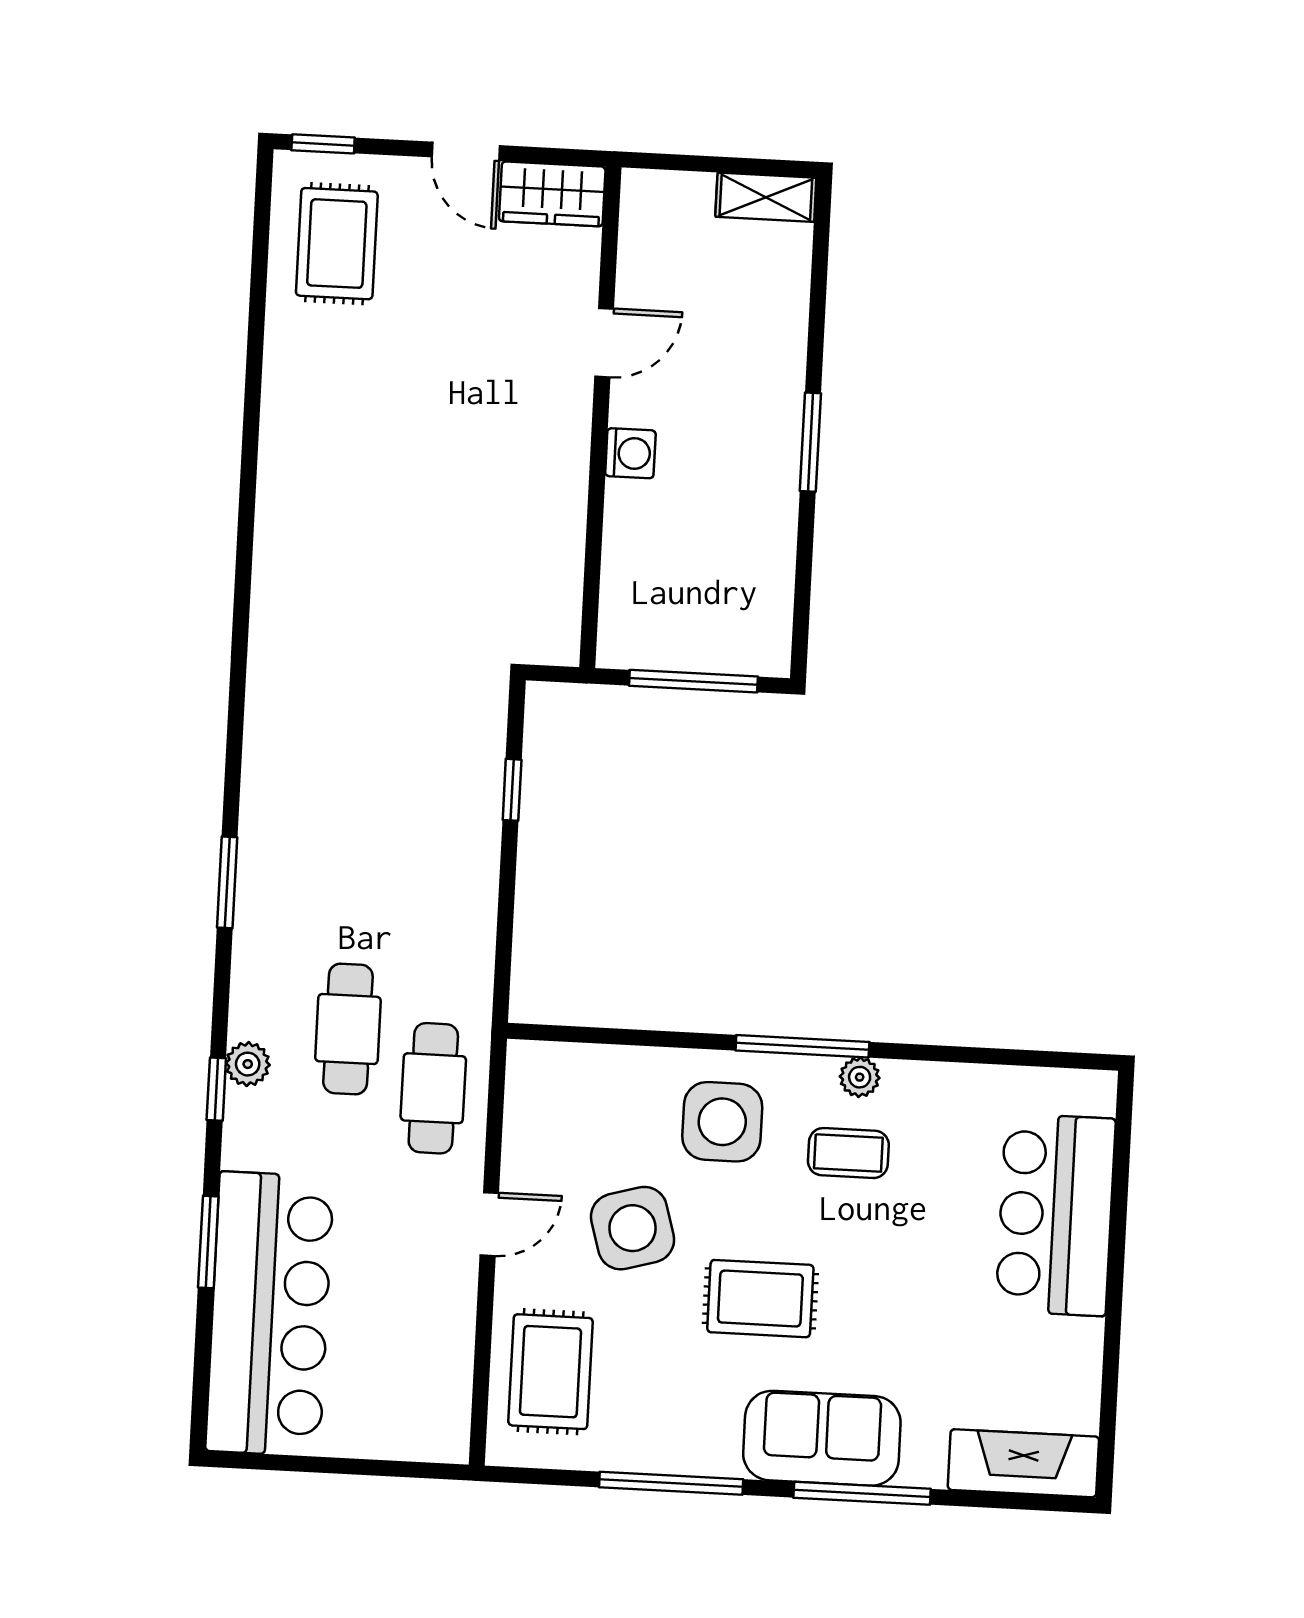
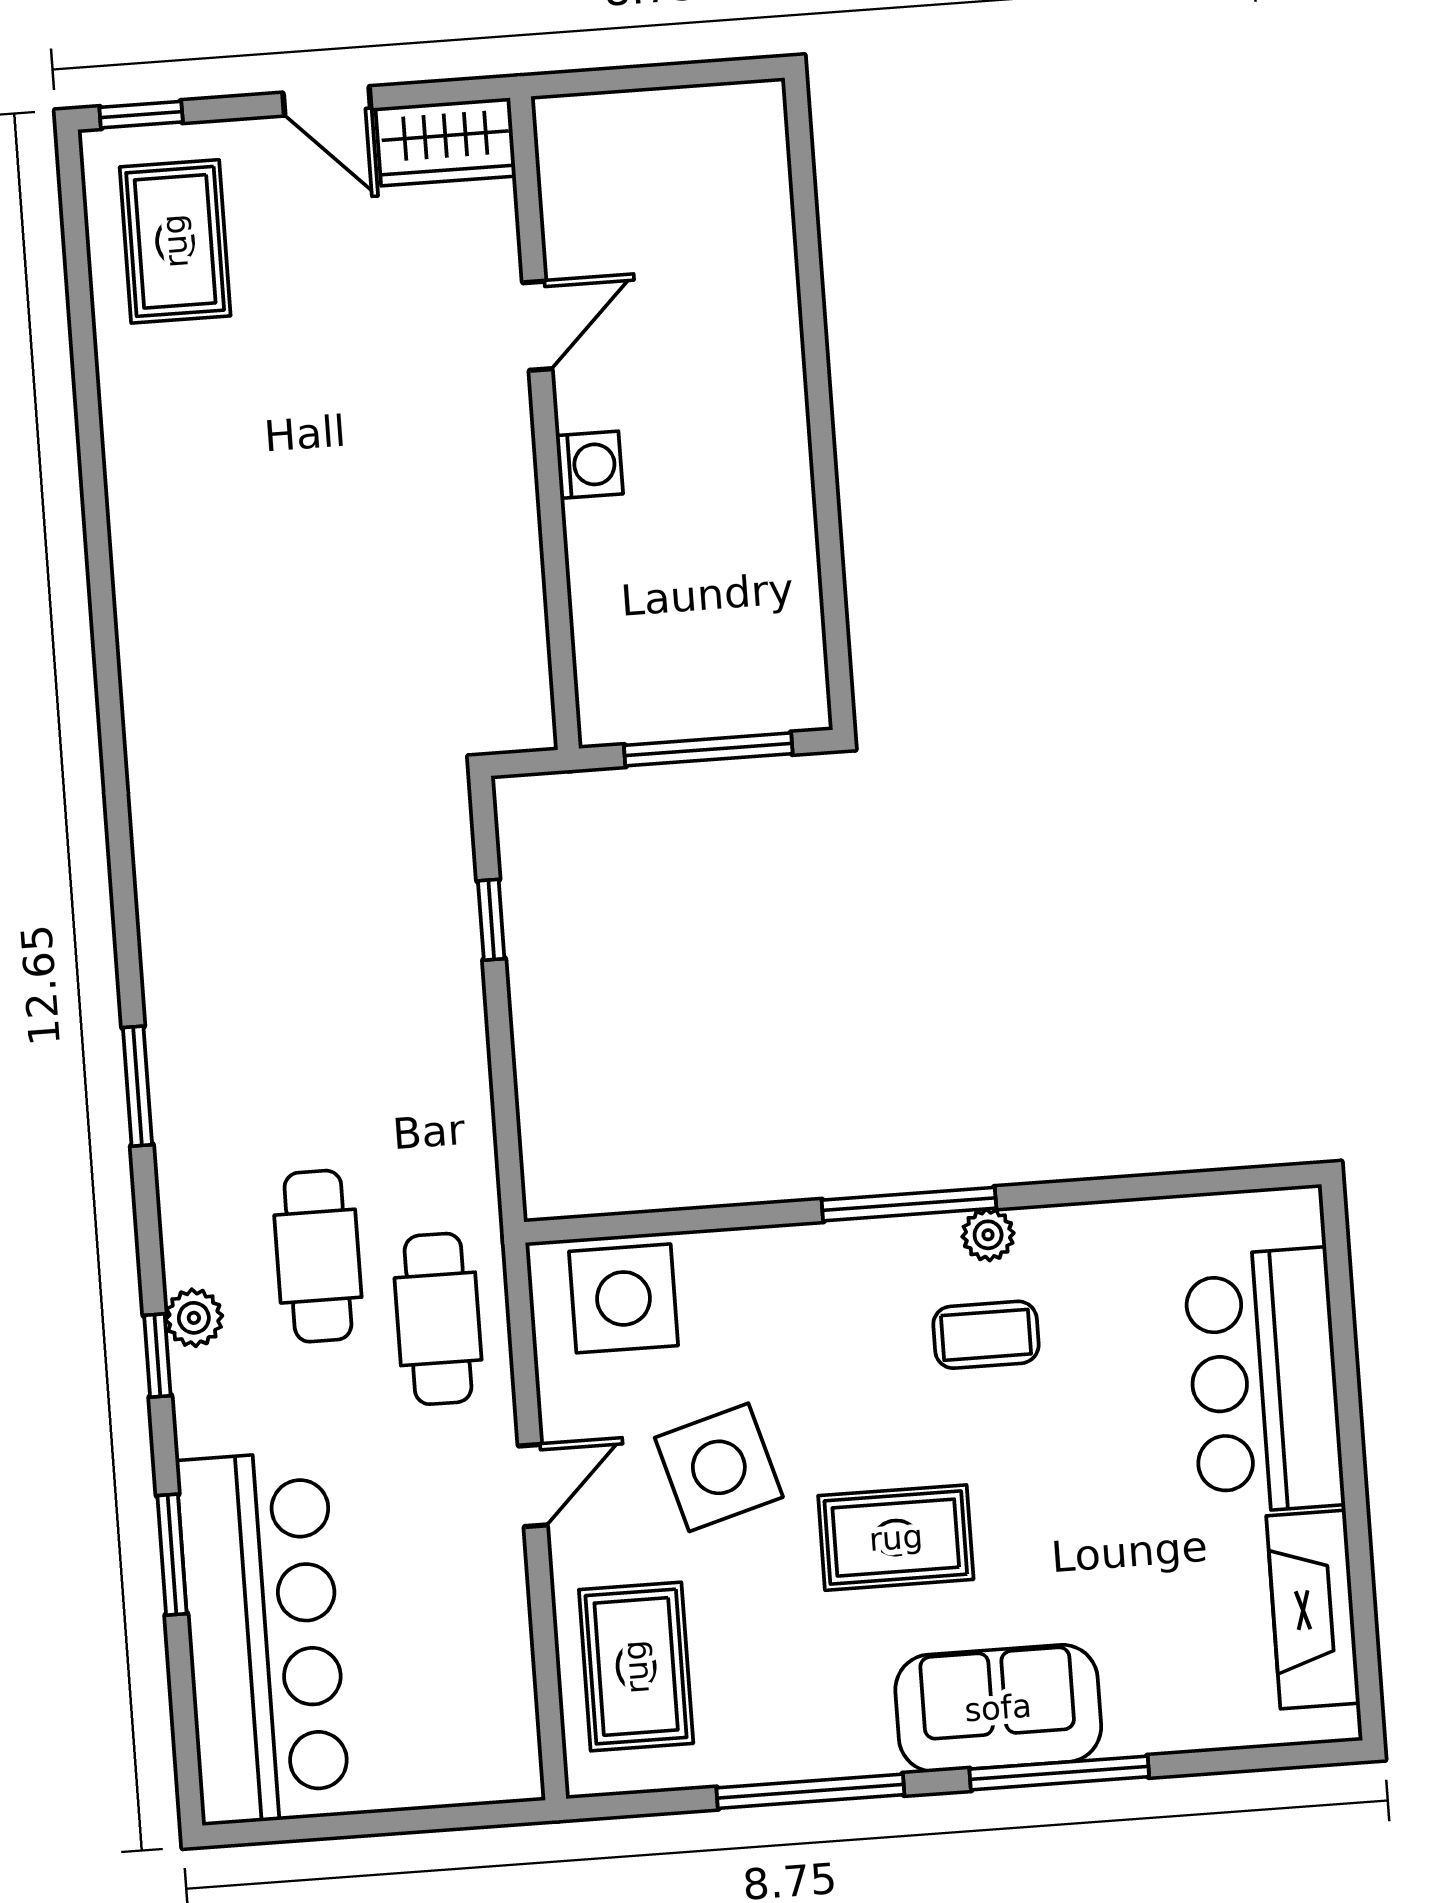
shelving: (766, 197) -> (723, 111), removed
window: (810, 442) -> (820, 421), removed
side table: (722, 1122) -> (624, 1298), moved
fireplace: (1023, 1463) -> (1313, 1609), moved, turned -90

